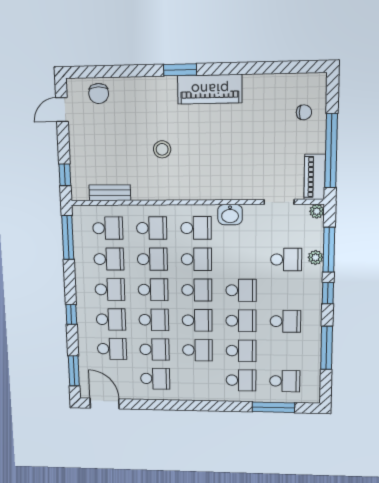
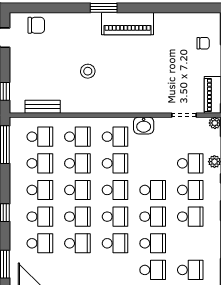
chair: (99, 93) -> (36, 25), turned -90
school desk: (155, 379) -> (190, 190), moved

